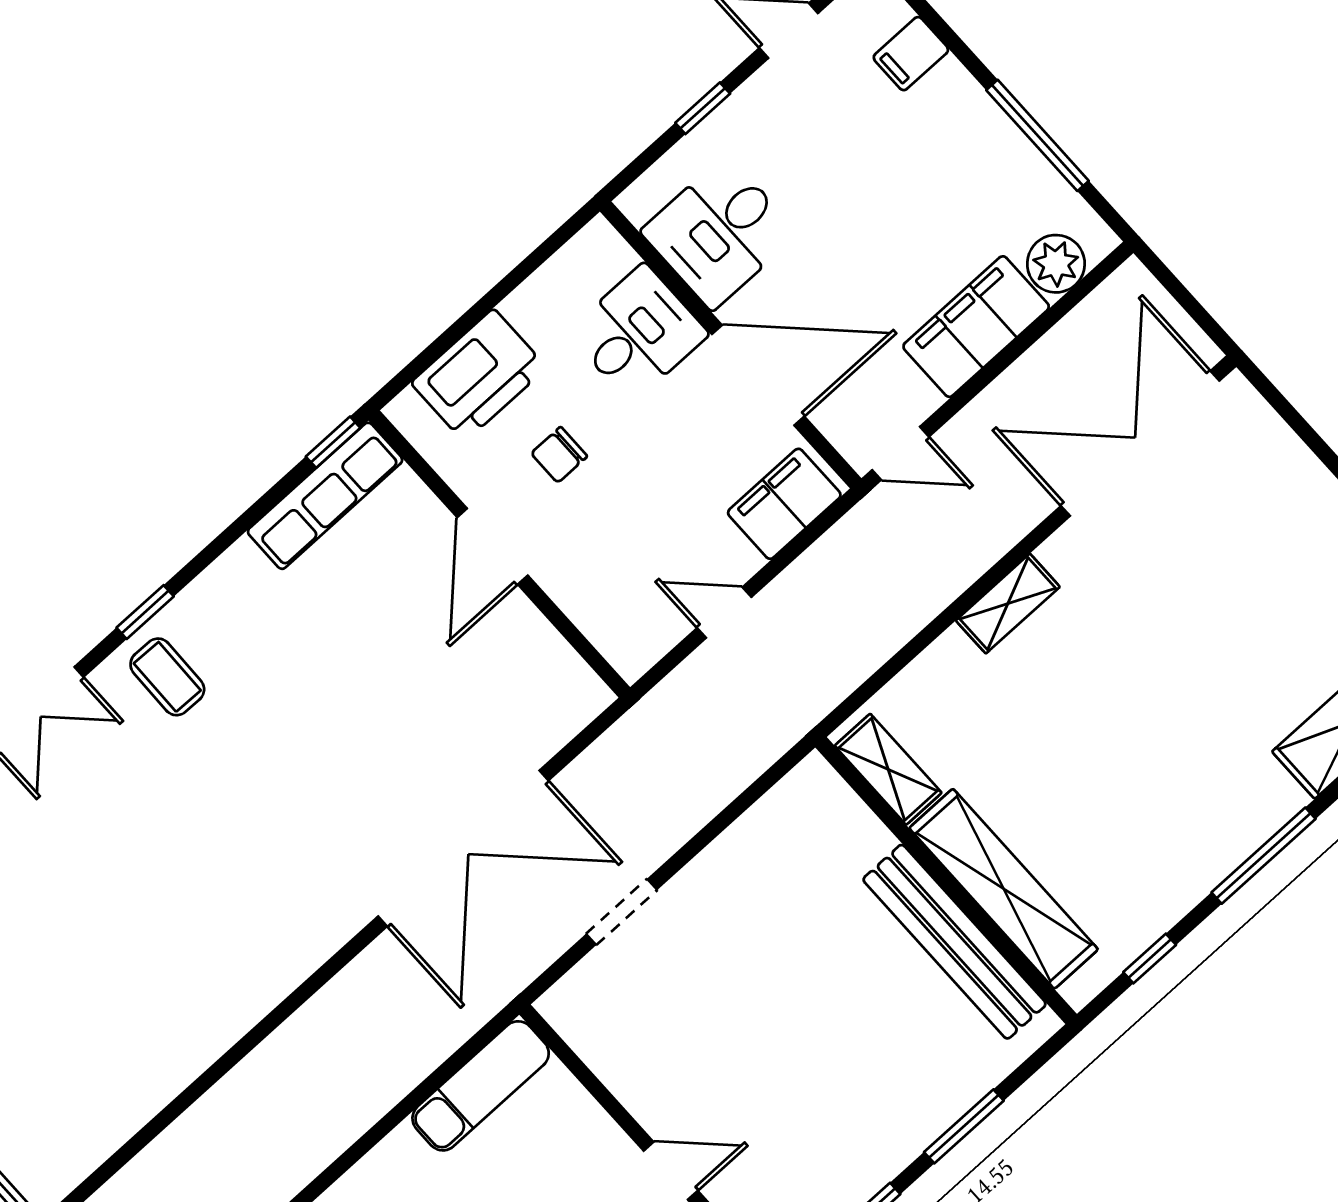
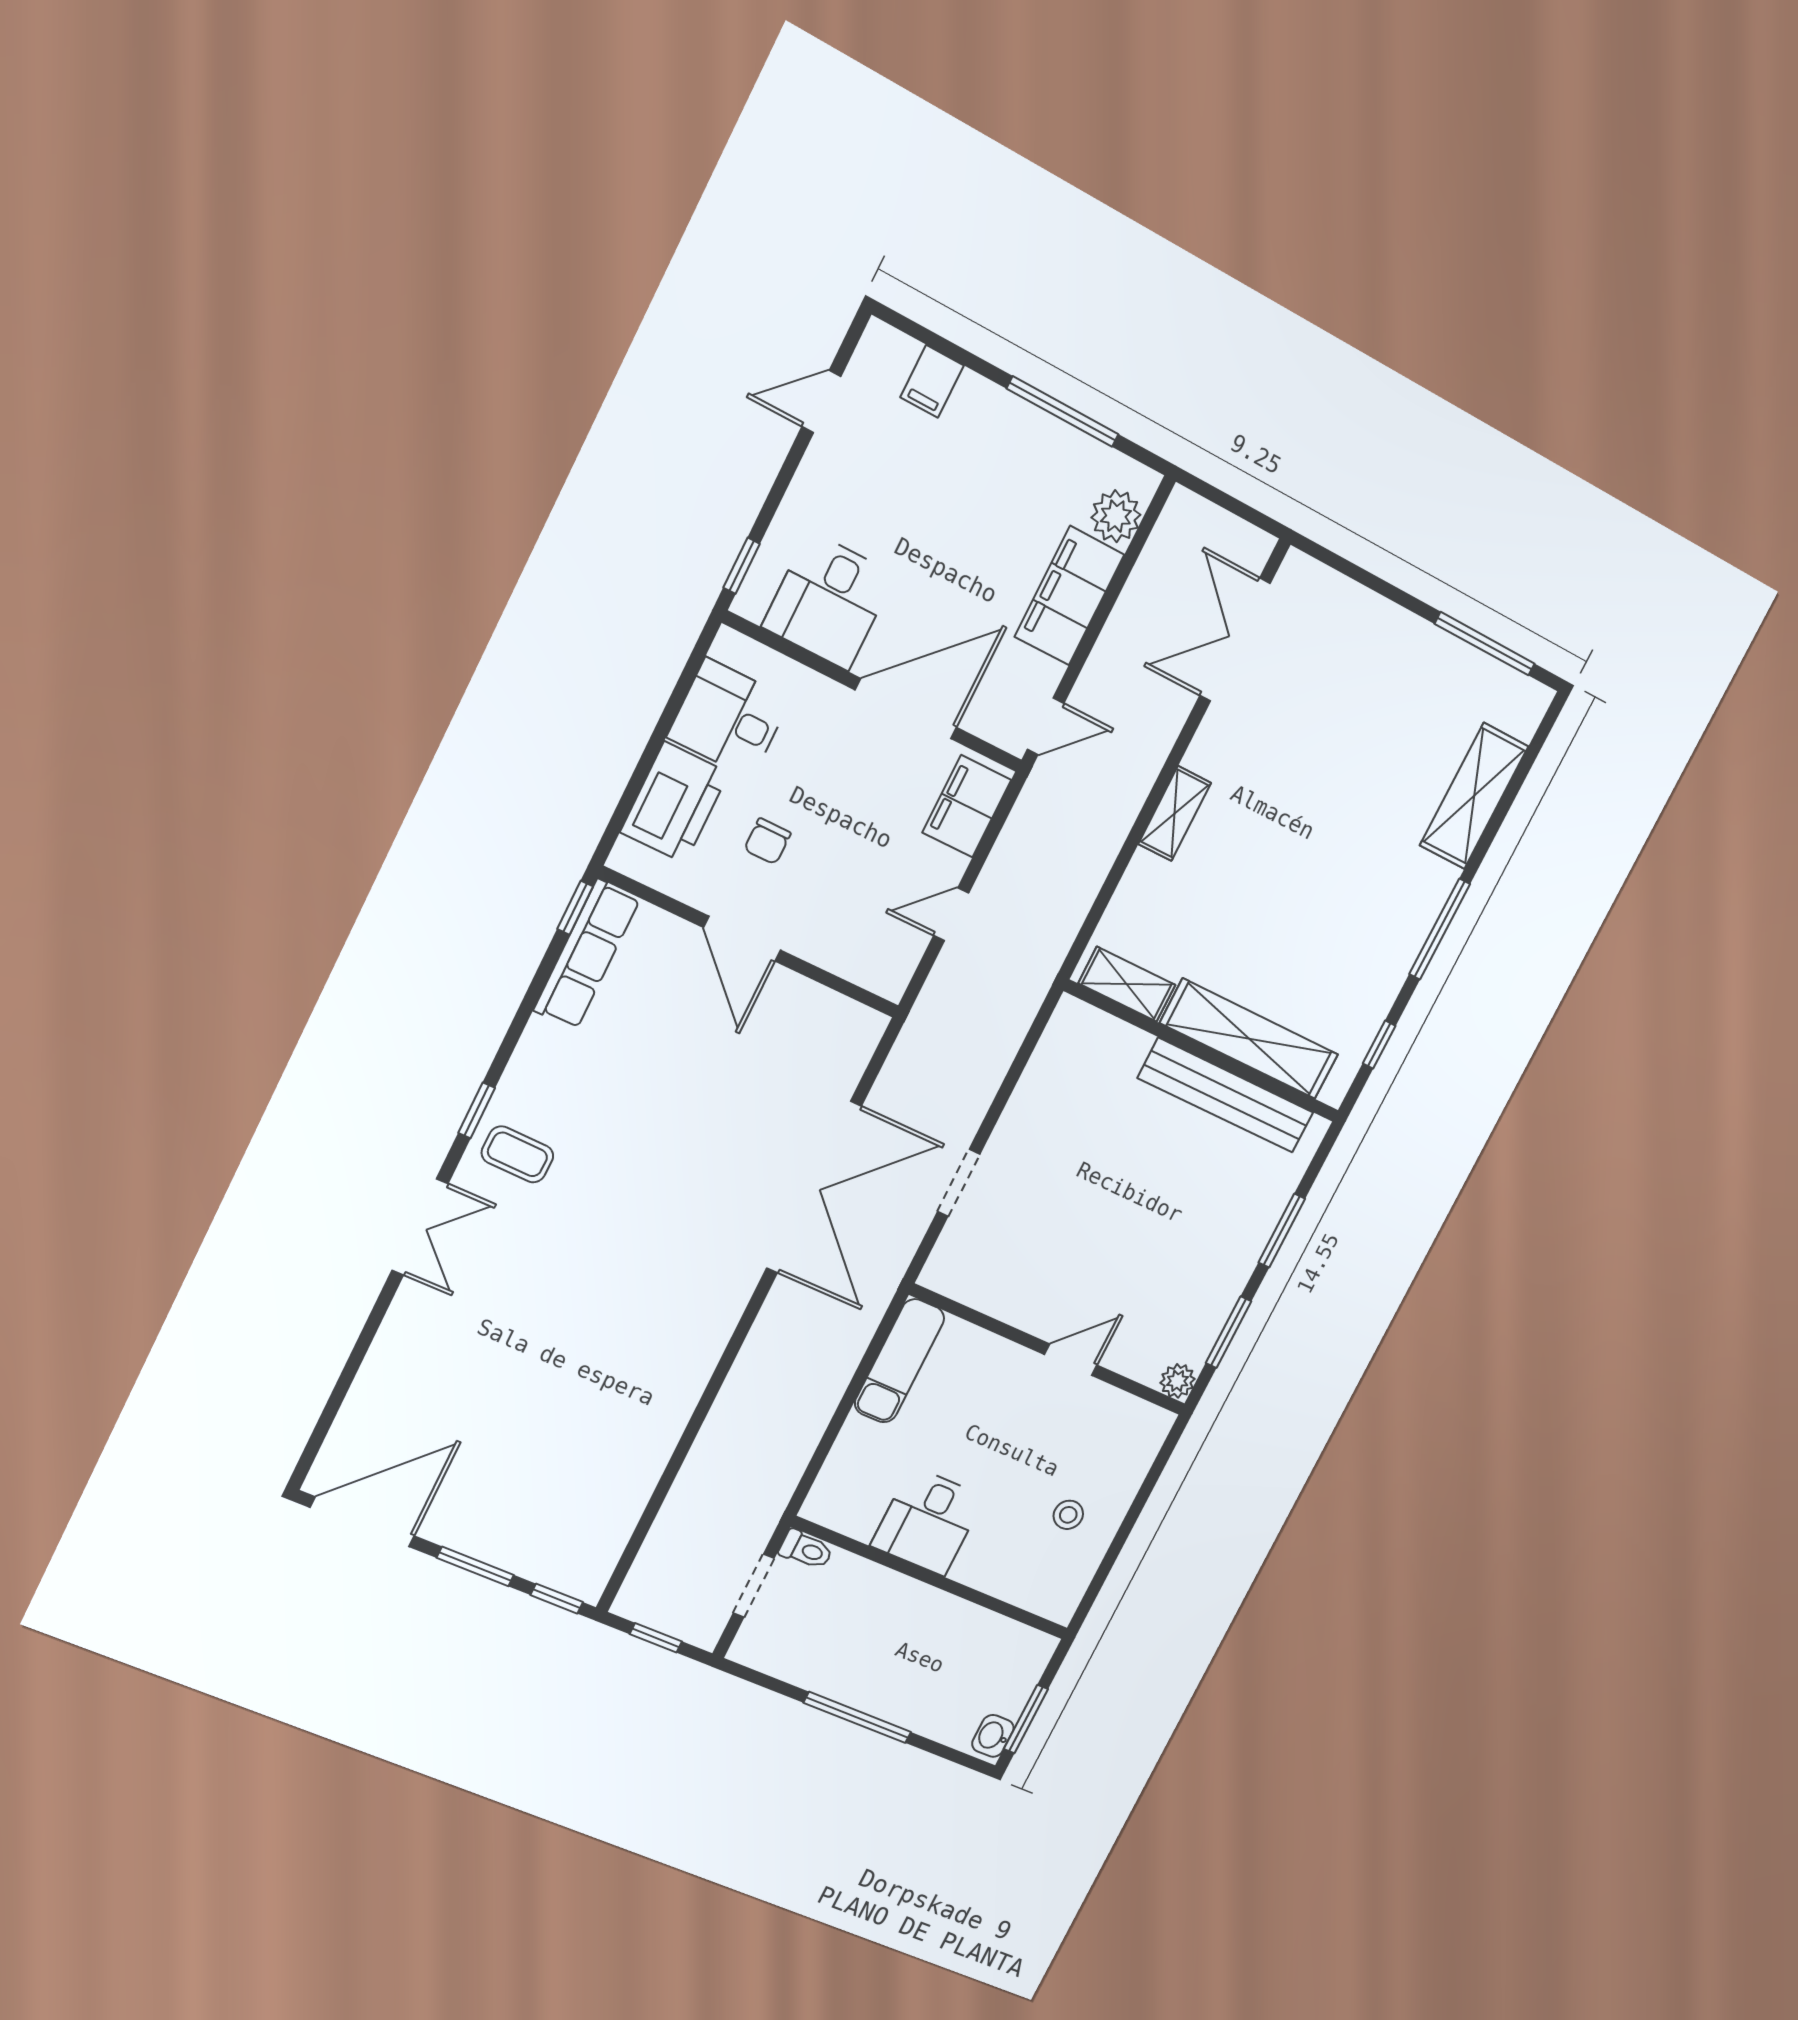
window: (703, 108) -> (742, 566), moved
desk: (638, 333) -> (729, 718), moved, turned -90
double door: (1140, 443) -> (1235, 640), width x0.73

